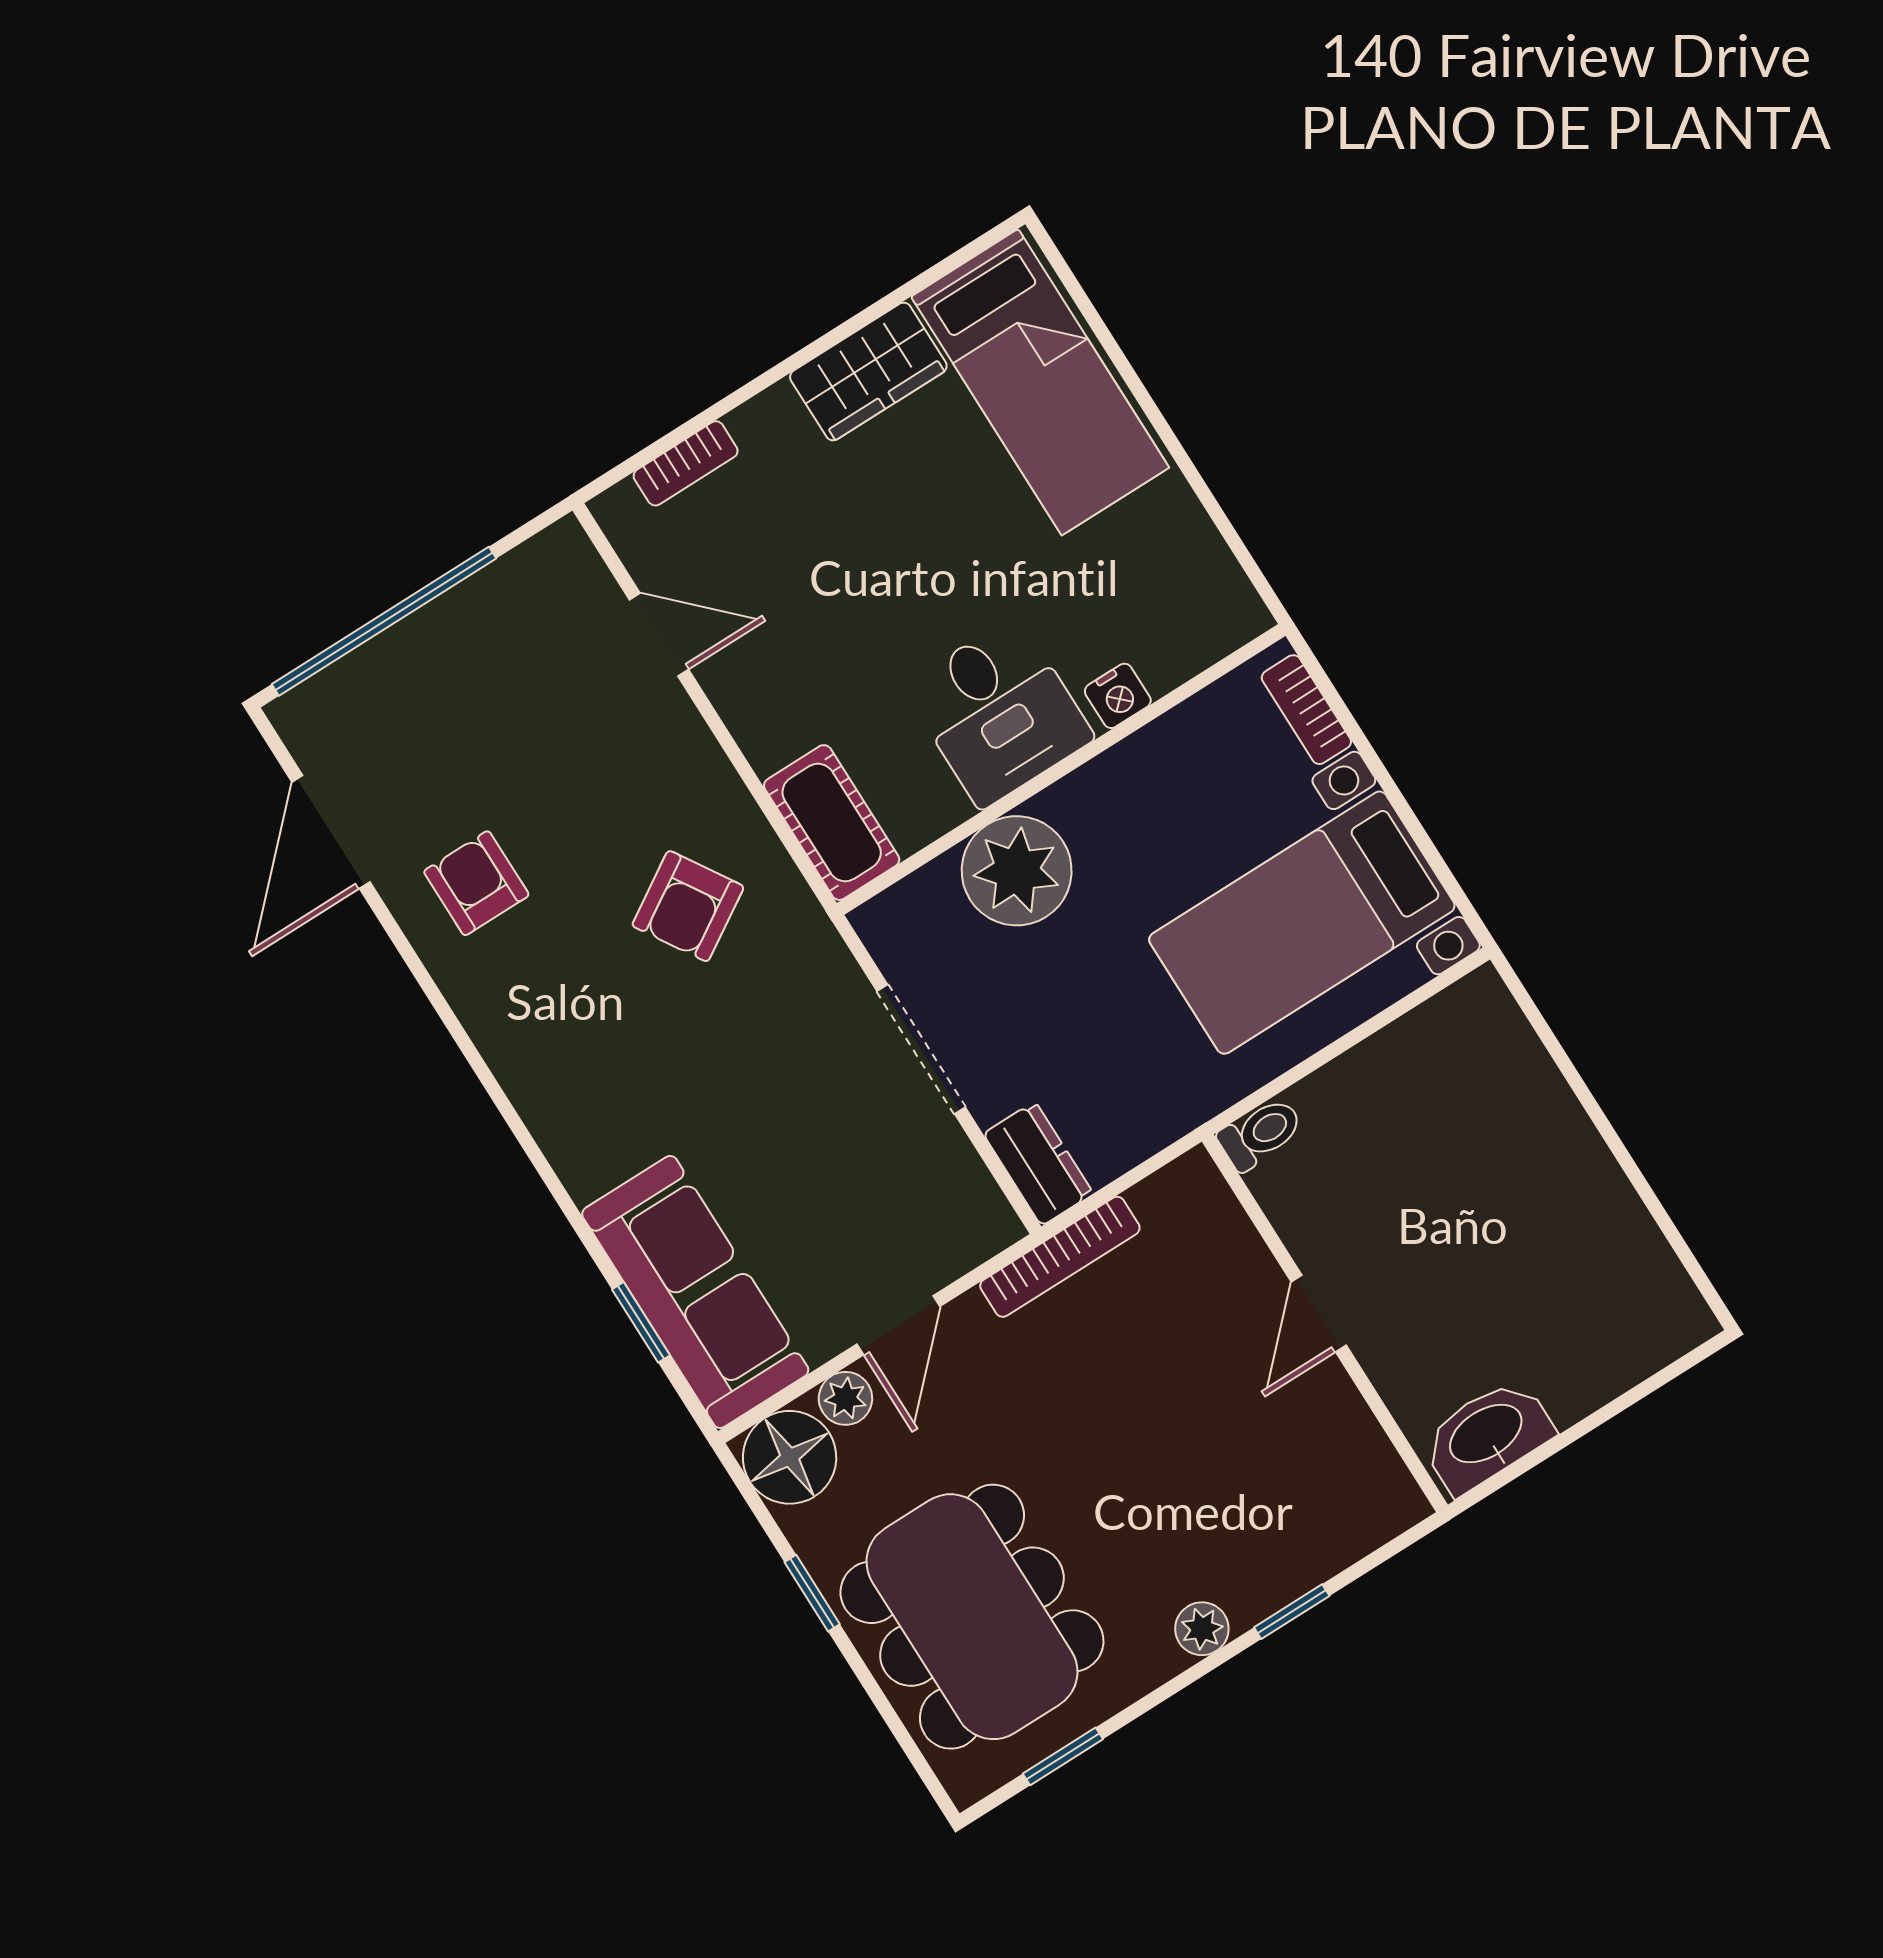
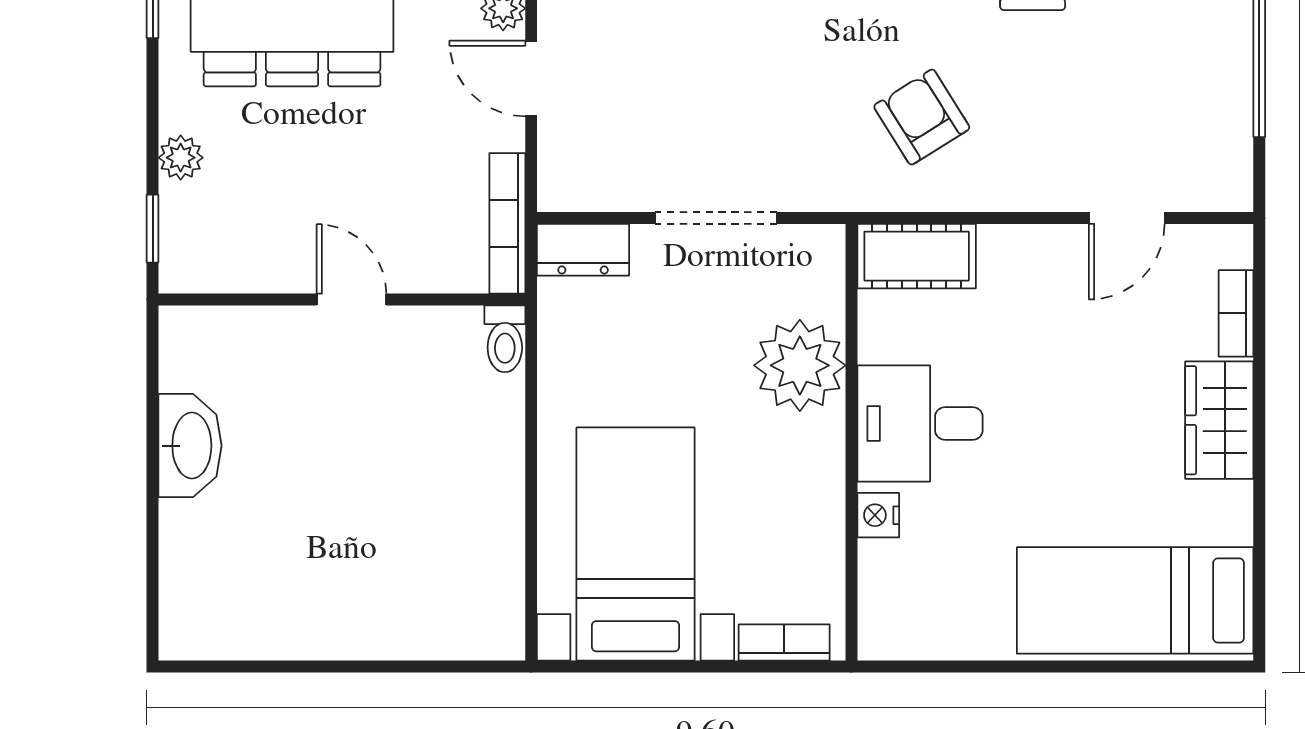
wardrobe: (868, 372) -> (1219, 420), moved
toilet: (1260, 1134) -> (505, 339), moved
door: (1319, 1313) -> (351, 300), moved
wall: (1325, 1323) -> (342, 300), moved

